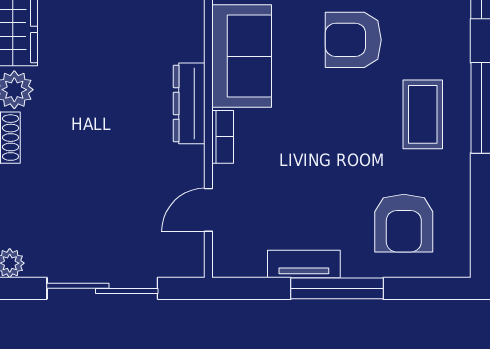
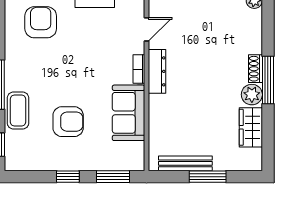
dresser: (189, 103) -> (157, 71), moved
coffee table: (423, 114) -> (18, 111), moved

